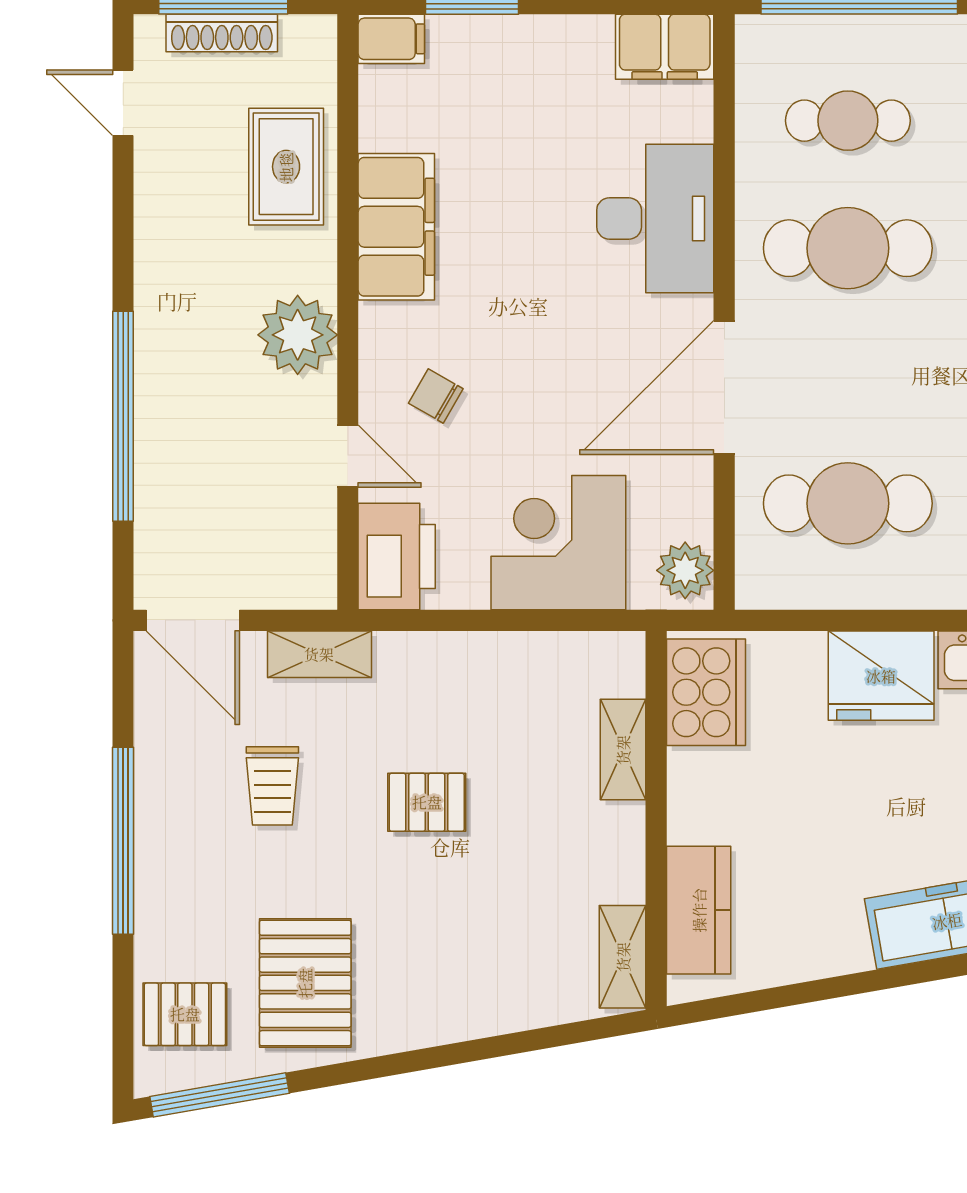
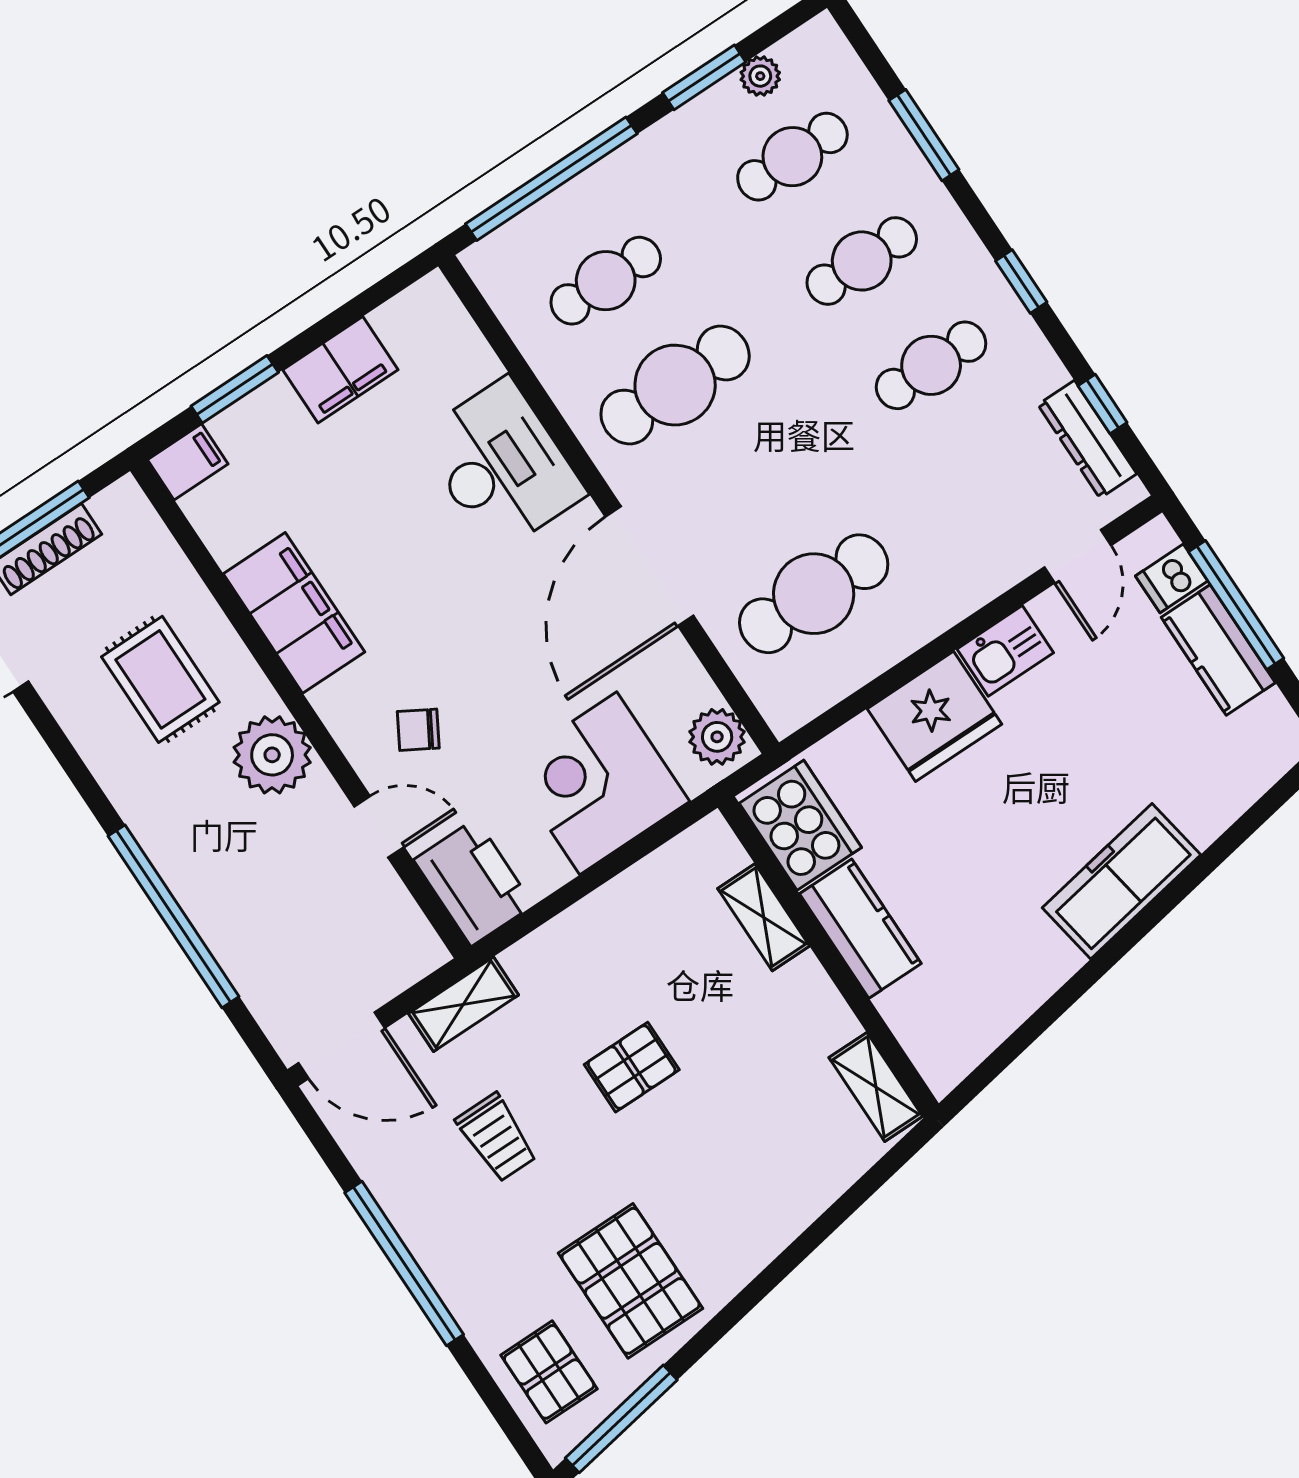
filing cabinet: (665, 47) -> (340, 370), moved
rug: (286, 167) -> (160, 679), moved
kitchen counter: (699, 910) -> (860, 929), moved
pallet: (185, 1014) -> (549, 1372), turned 90

